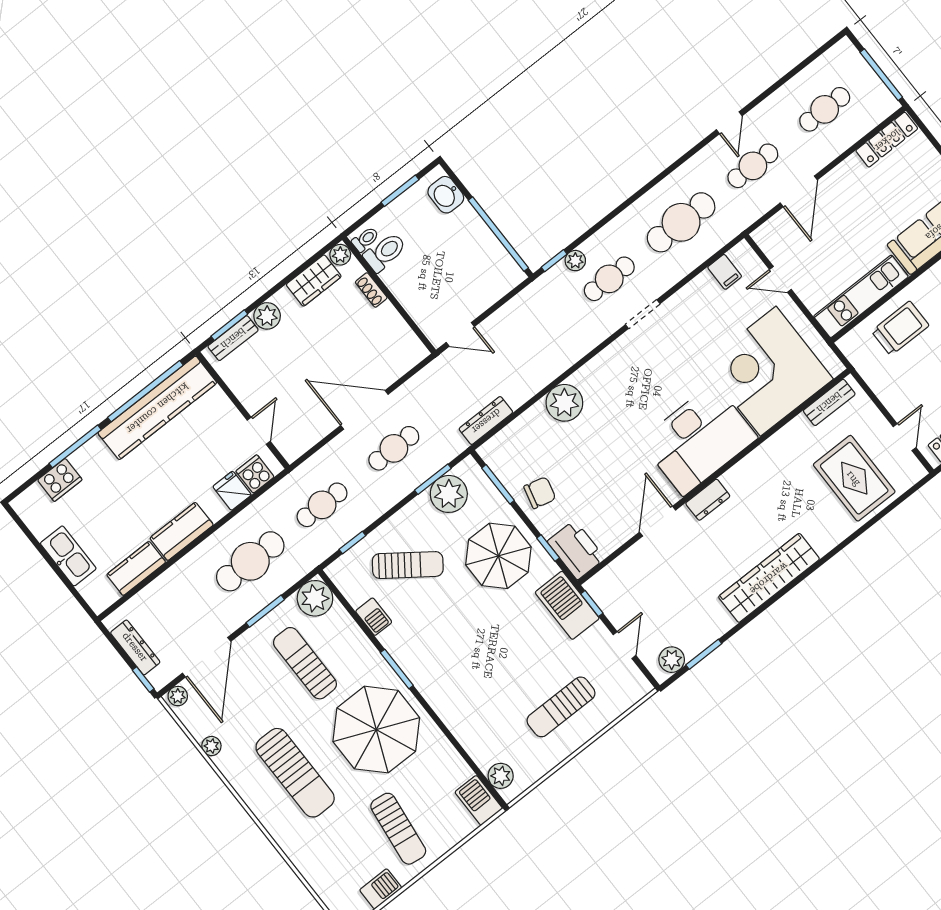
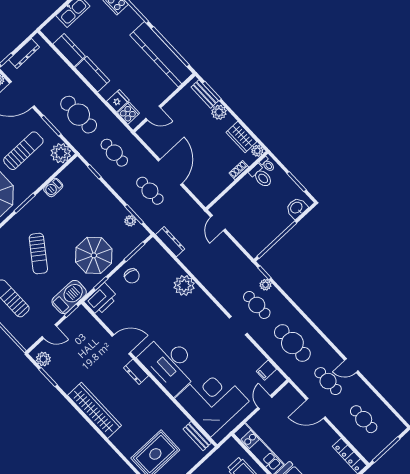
plant: (449, 494) -> (130, 221), width x0.53, depth x0.53
sun lounger: (408, 565) -> (38, 254), moved

